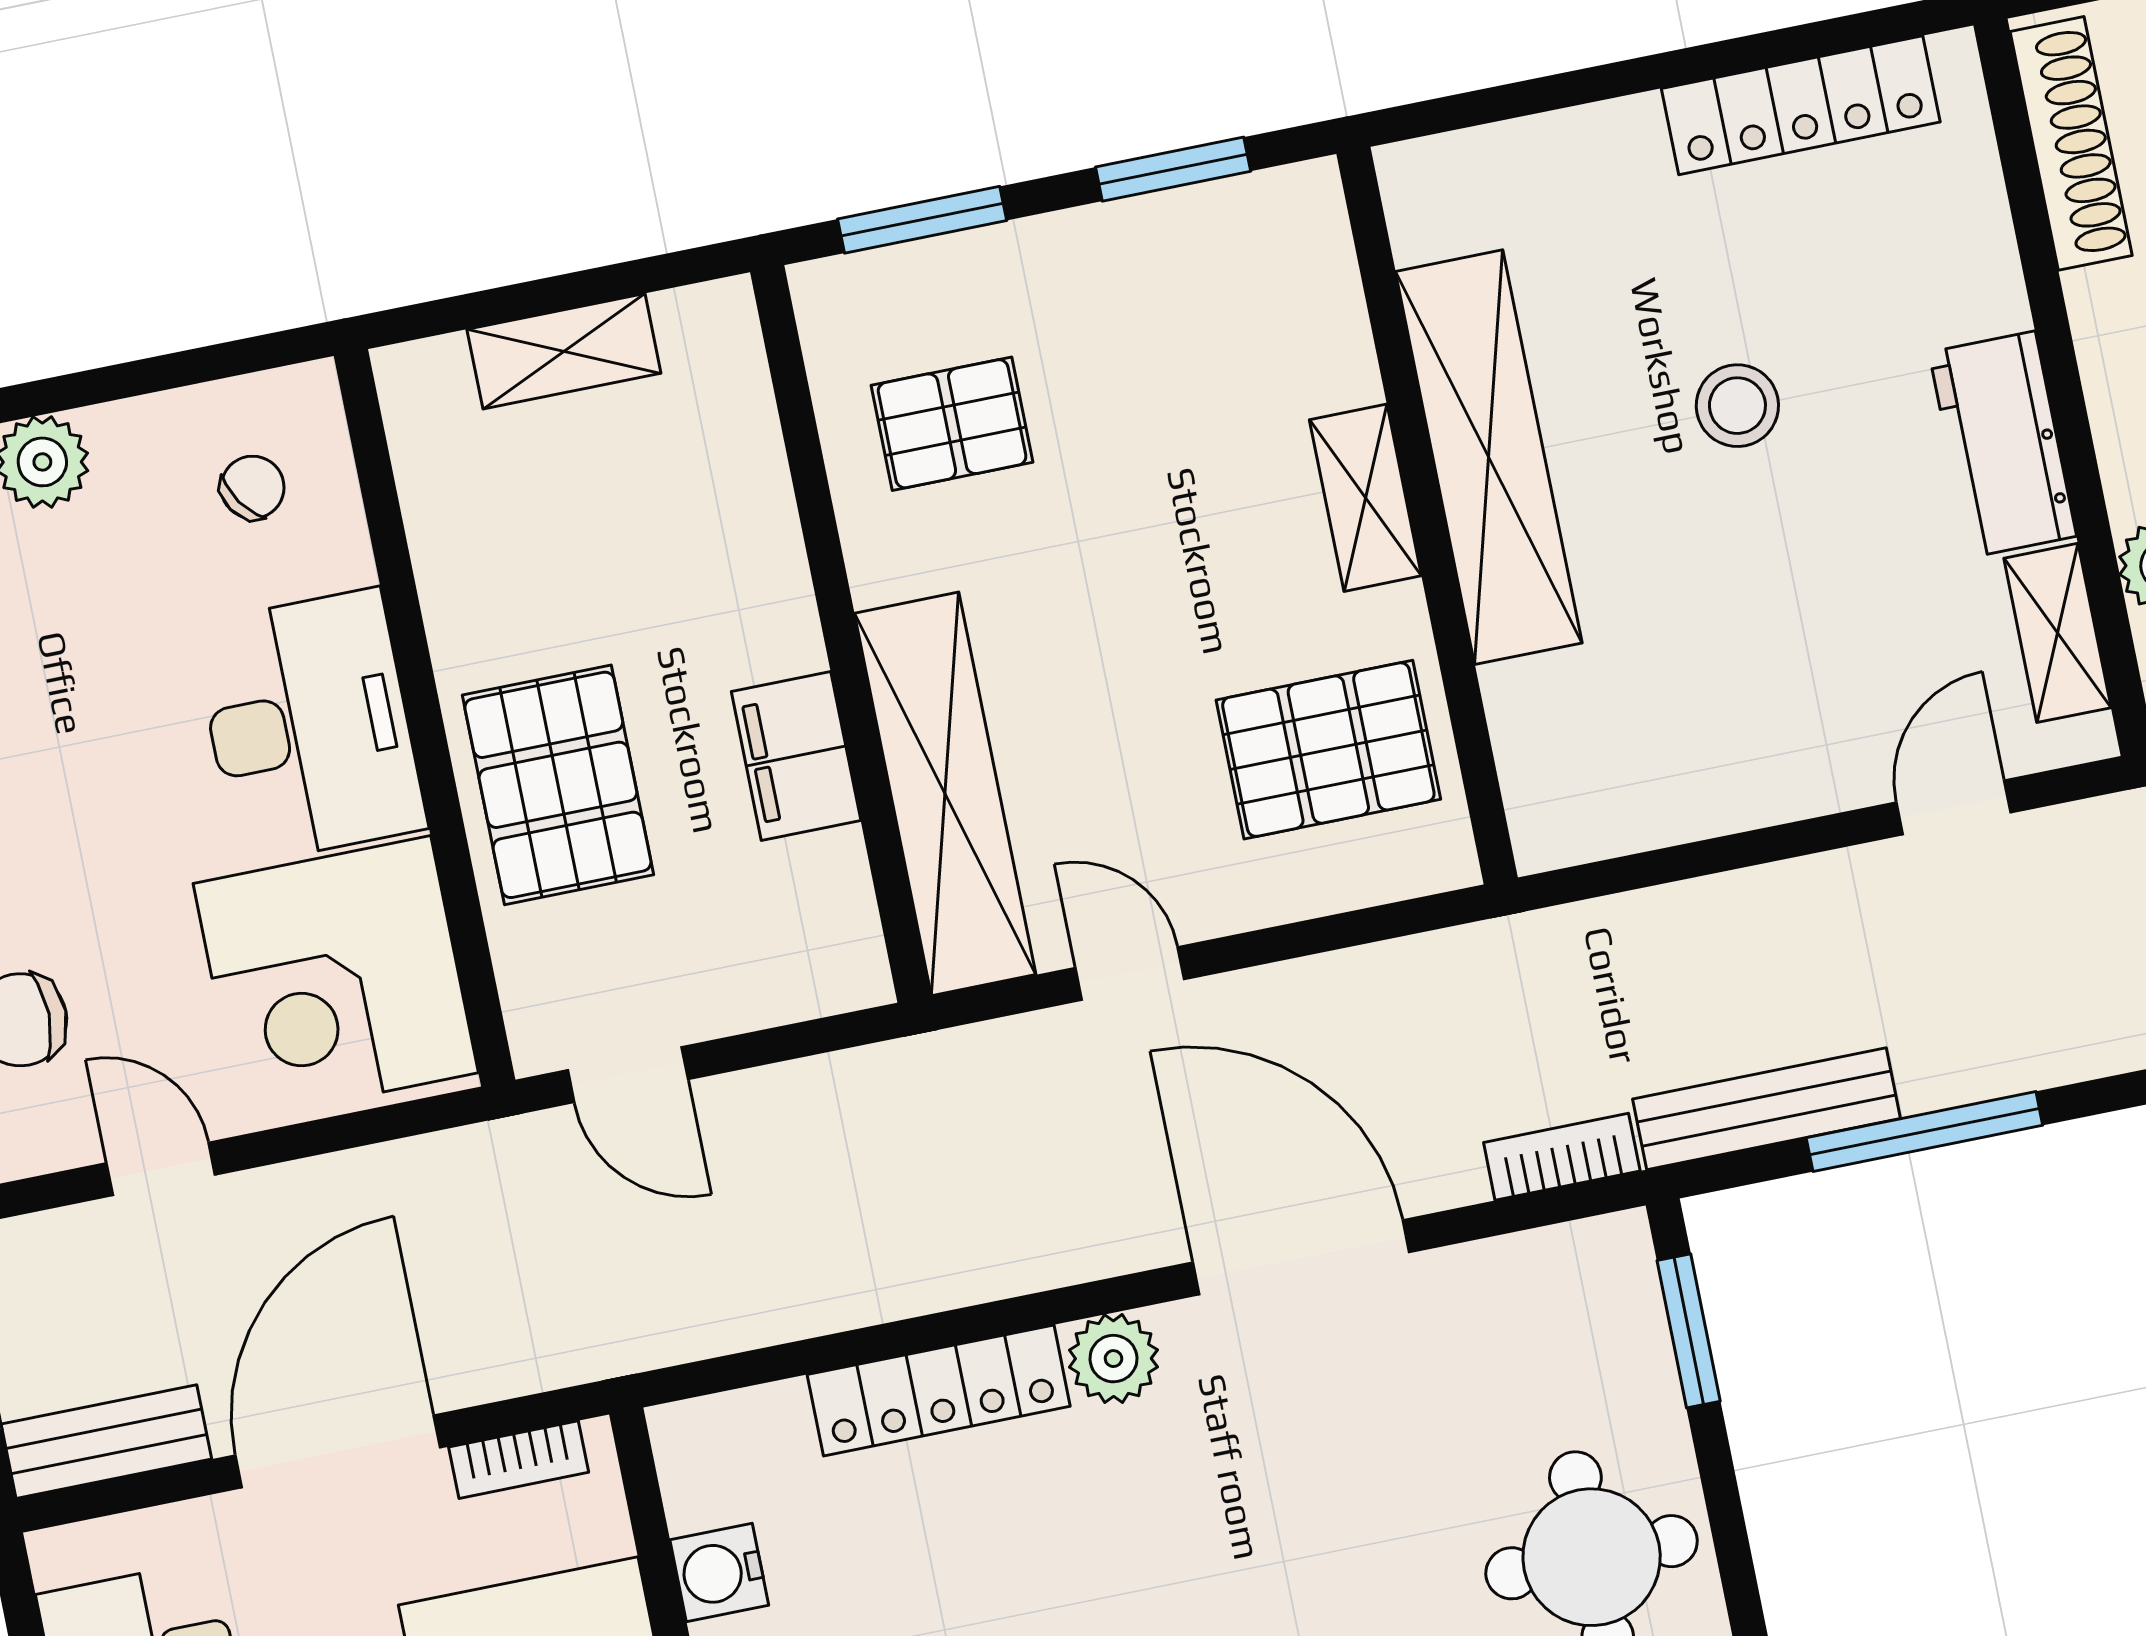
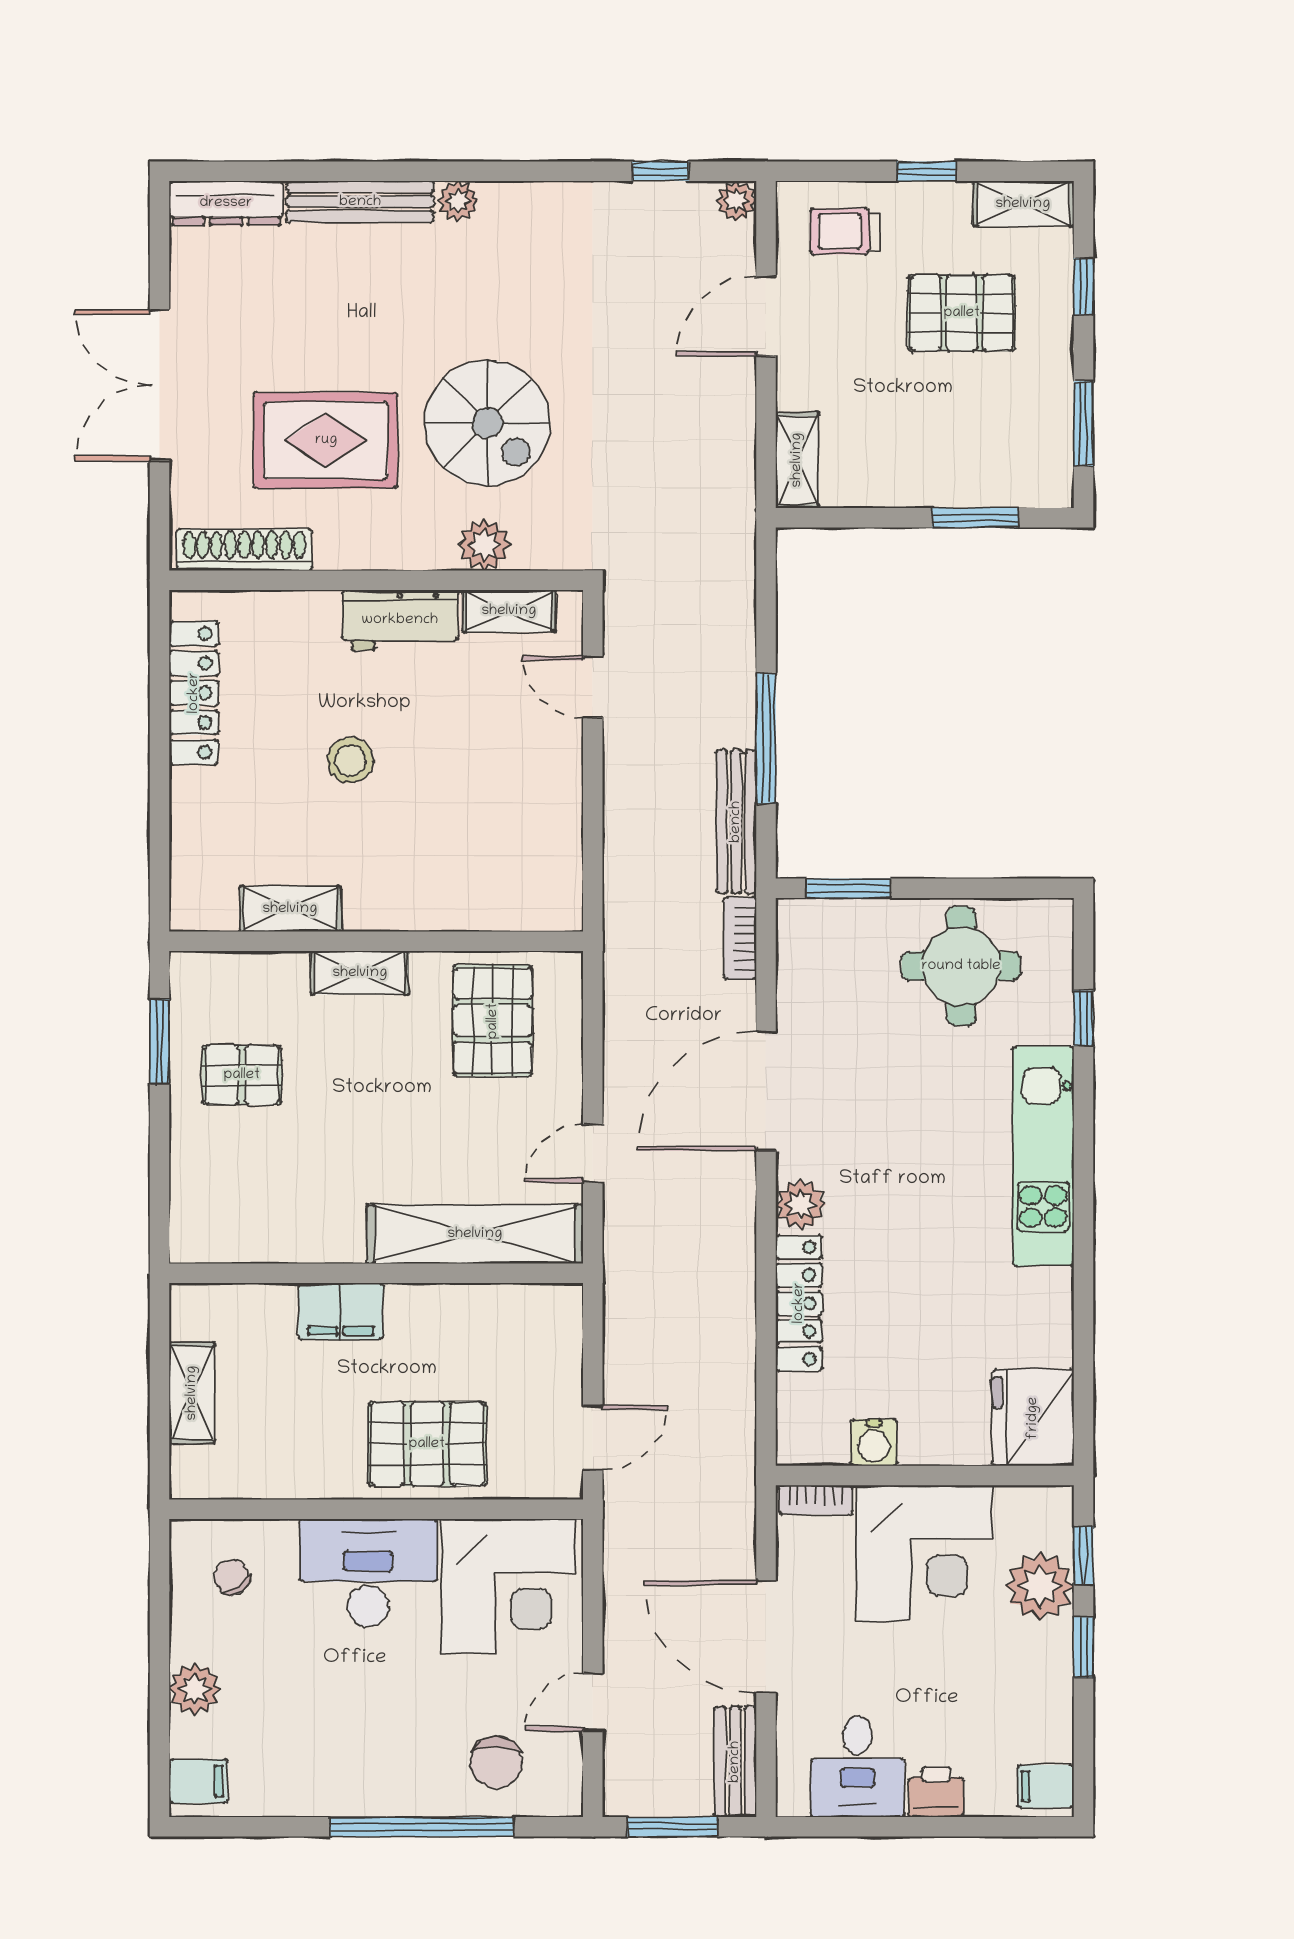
window: (922, 220) -> (160, 1184), removed
pallet: (952, 424) -> (242, 1075), moved, turned 90
shelving: (1489, 457) -> (290, 909), width x0.45, depth x0.75
filing cabinet: (796, 756) -> (341, 1311), moved
bookcase: (519, 1460) -> (816, 1500), moved, turned 90

